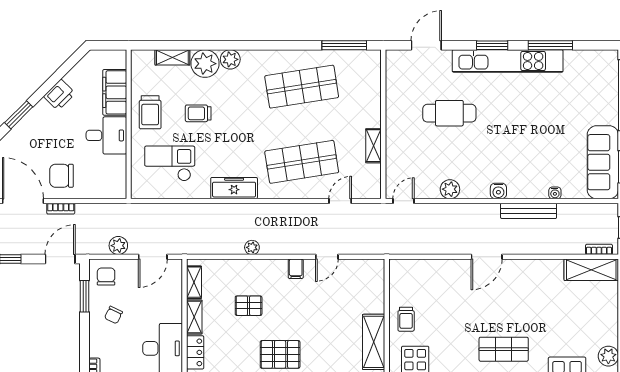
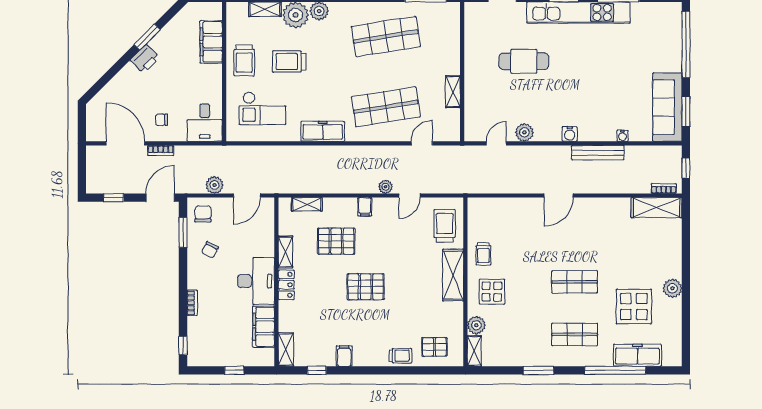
printer: (59, 95) -> (145, 59), moved
trolley: (198, 113) -> (289, 61), width x1.36, depth x1.39
window: (19, 115) -> (147, 37), moved
desk: (106, 135) -> (205, 123), moved, turned 90
checkout: (170, 163) -> (263, 108), turned 180
chair: (62, 176) -> (161, 120), width x0.54, depth x0.54
door: (403, 201) -> (496, 143), moved
plant: (252, 247) -> (386, 187), moved
filing cabinet: (296, 269) -> (365, 207), moved
shelving: (194, 282) -> (307, 204), moved, turned 90
trolley: (365, 289) -> (445, 226), added
pallet: (249, 306) -> (336, 241), width x1.50, depth x1.42

